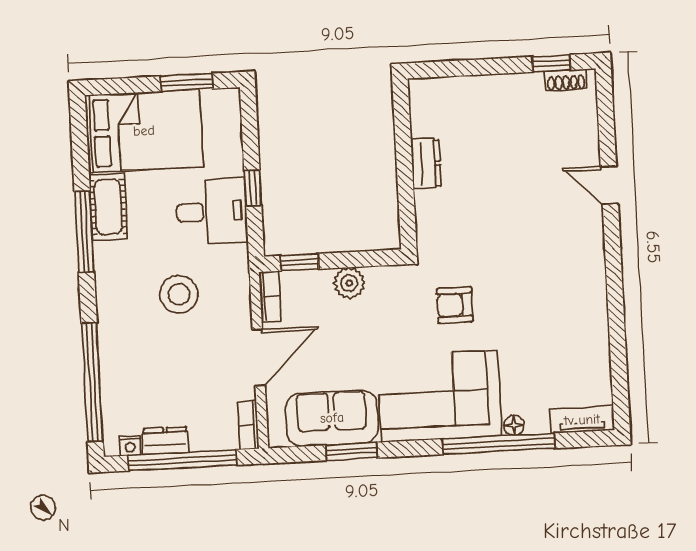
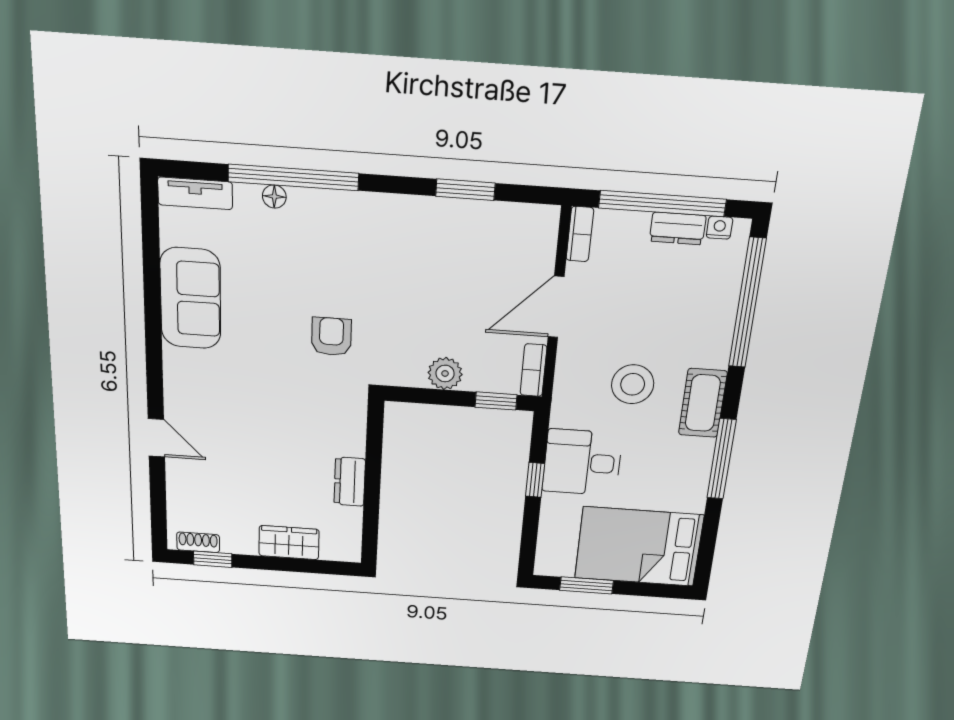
wardrobe: (479, 91) -> (289, 543), added
cot: (108, 207) -> (703, 403), moved
armchair: (455, 305) -> (331, 337), turned -90
corner sofa: (439, 396) -> (357, 240), removed
sofa: (332, 418) -> (190, 298), moved, turned -90

